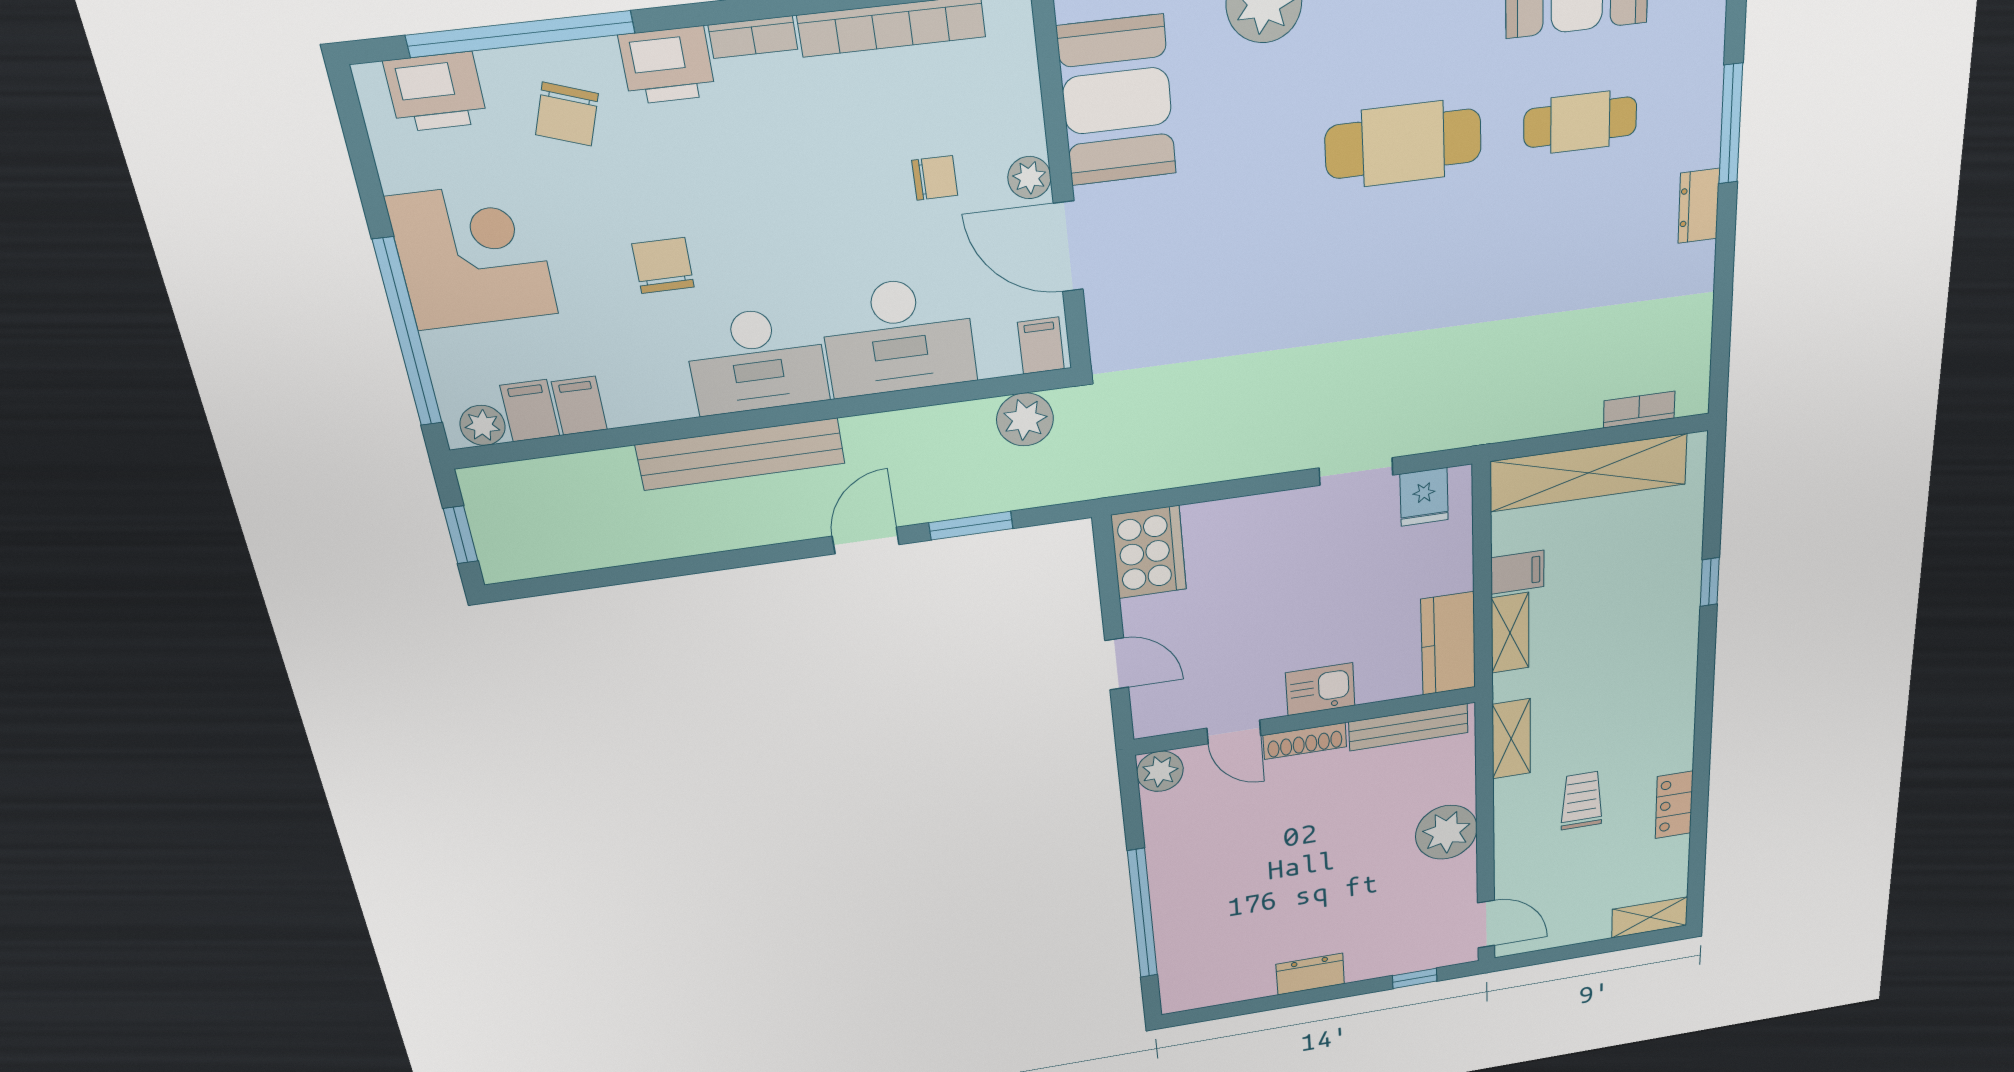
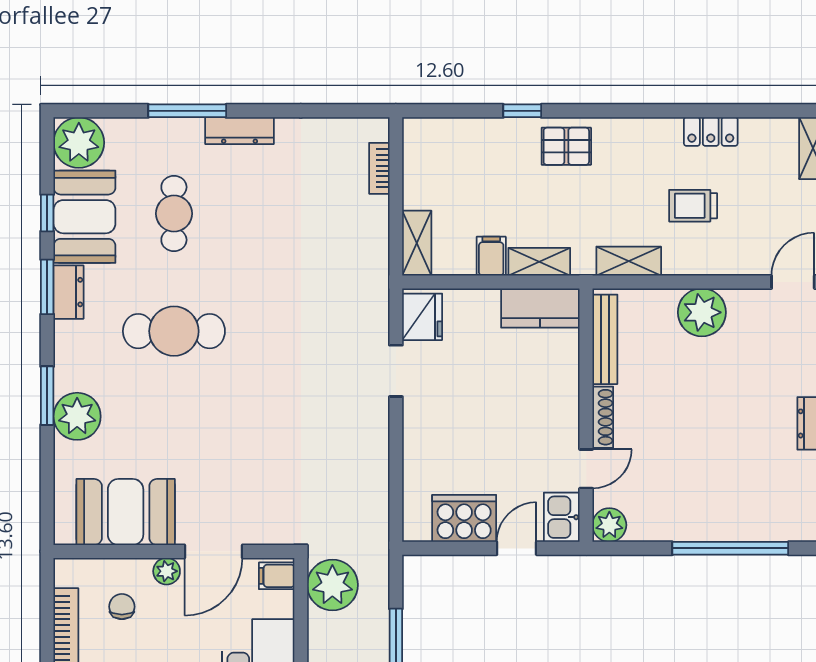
cafe table: (1403, 144) -> (174, 331), turned 90
chair: (935, 178) -> (122, 607), moved
dresser: (1699, 206) -> (240, 131), width x1.44
plant: (1025, 419) -> (332, 585), width x1.36, depth x1.36
shelving: (1589, 473) -> (417, 243), width x0.45, depth x0.75
fridge: (1424, 497) -> (422, 317), width x1.38
cooker: (1149, 552) -> (464, 518), moved
pallet: (1661, 642) -> (566, 146), added
kitchen sink: (1320, 689) -> (562, 517), moved

